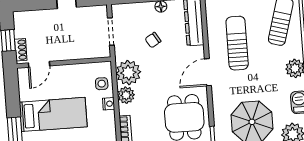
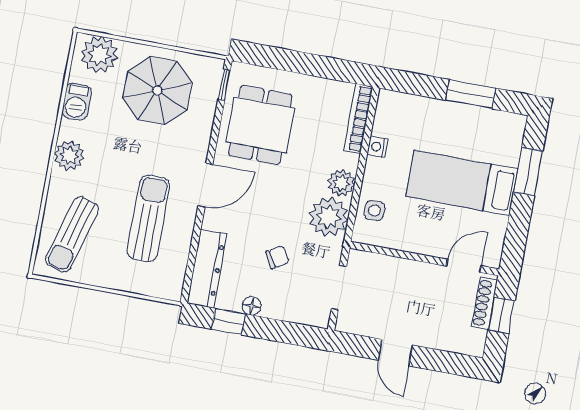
sun lounger: (237, 43) -> (149, 218), turned 180
shoe rack: (21, 50) -> (485, 303), width x1.43
nightstand: (109, 104) -> (377, 147), moved

